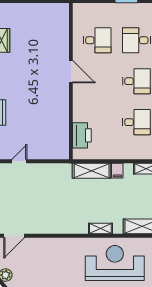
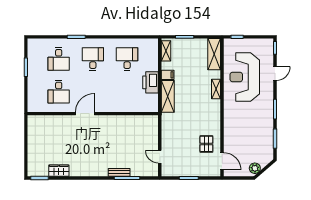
desk: (97, 40) -> (59, 92), turned 180
printer: (82, 135) -> (151, 82), moved, turned -90
pallet: (35, 217) -> (206, 144), added

